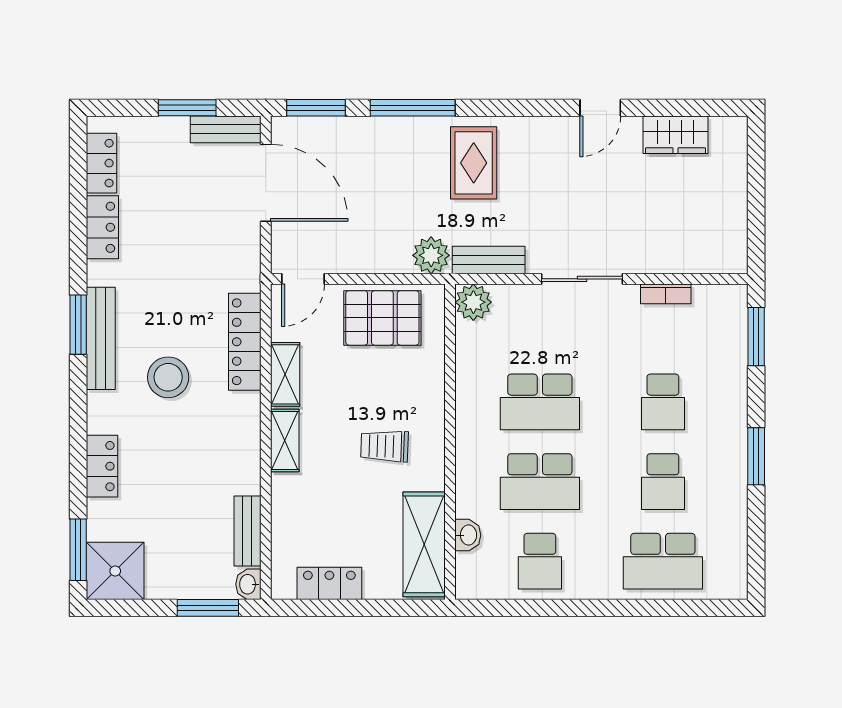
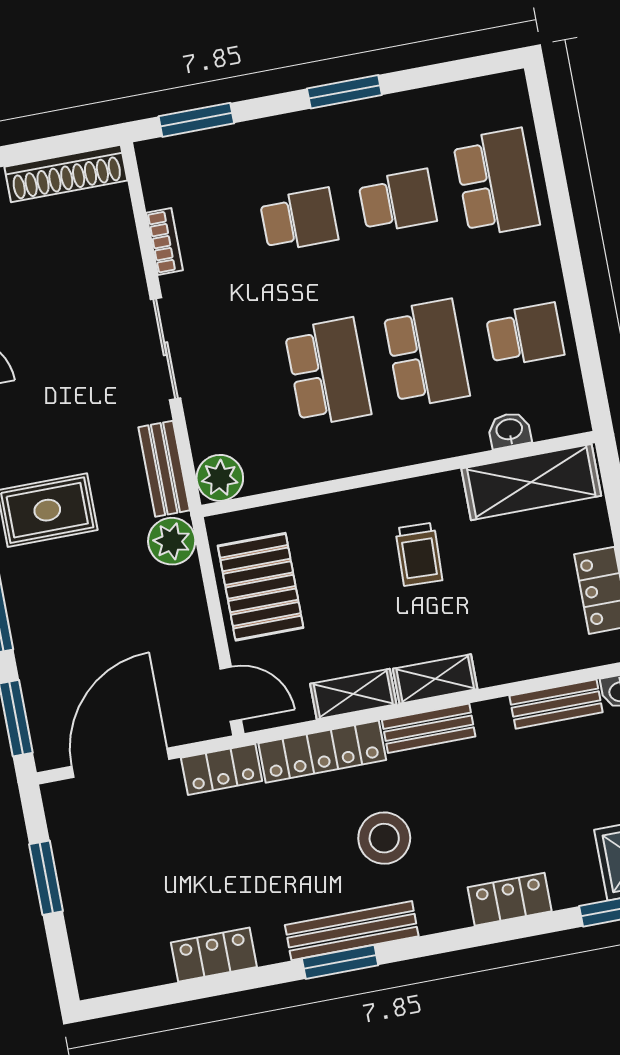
bench: (226, 129) -> (429, 728), moved, turned 90
locker: (102, 163) -> (222, 769), moved, turned 180
shoe rack: (733, 227) -> (66, 174), added

